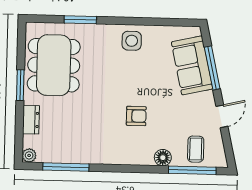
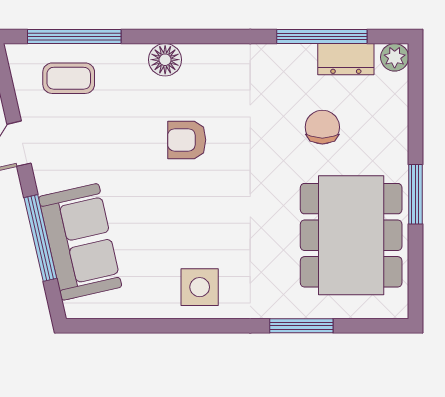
dresser: (31, 120) -> (346, 59), moved, turned -90
chair: (67, 121) -> (322, 127), added
coffee table: (196, 149) -> (69, 78), turned 90
floor lamp: (163, 158) -> (165, 60), moved

